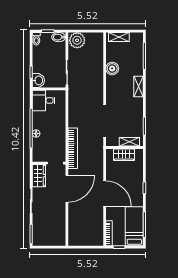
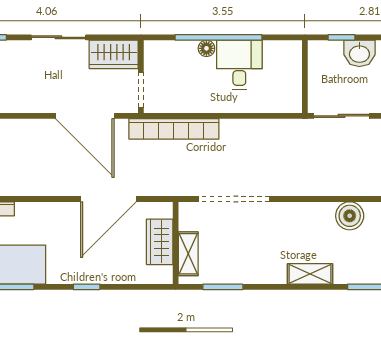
washbasin: (38, 80) -> (359, 53), moved
desk: (44, 100) -> (239, 65), moved
door: (105, 194) -> (108, 199), moved

